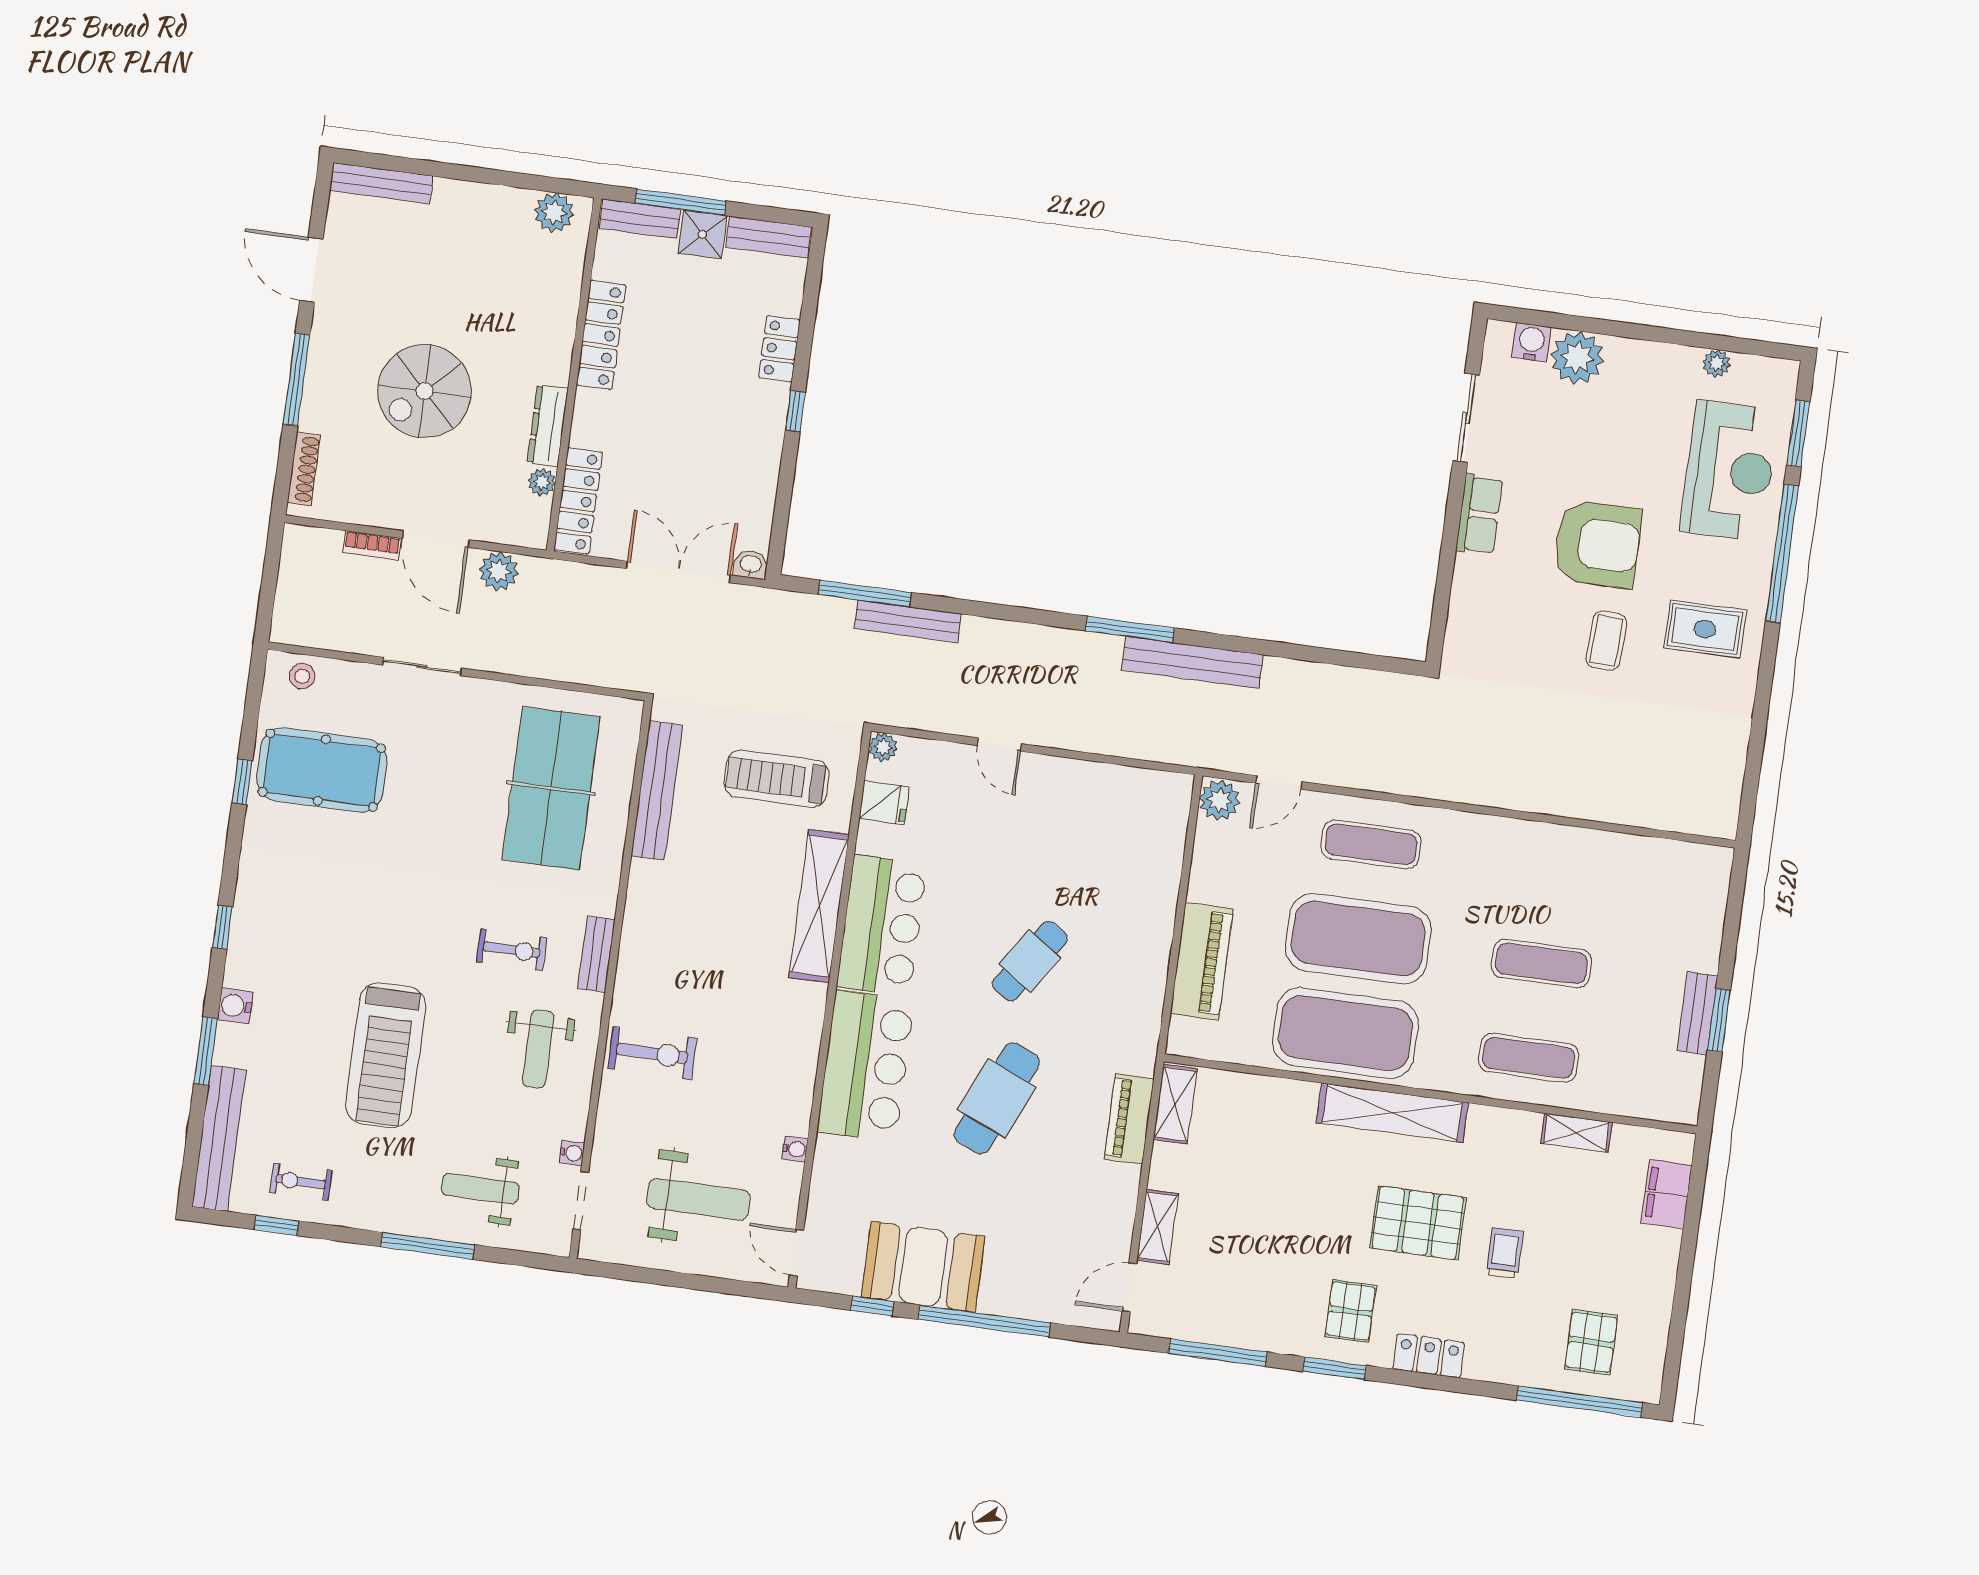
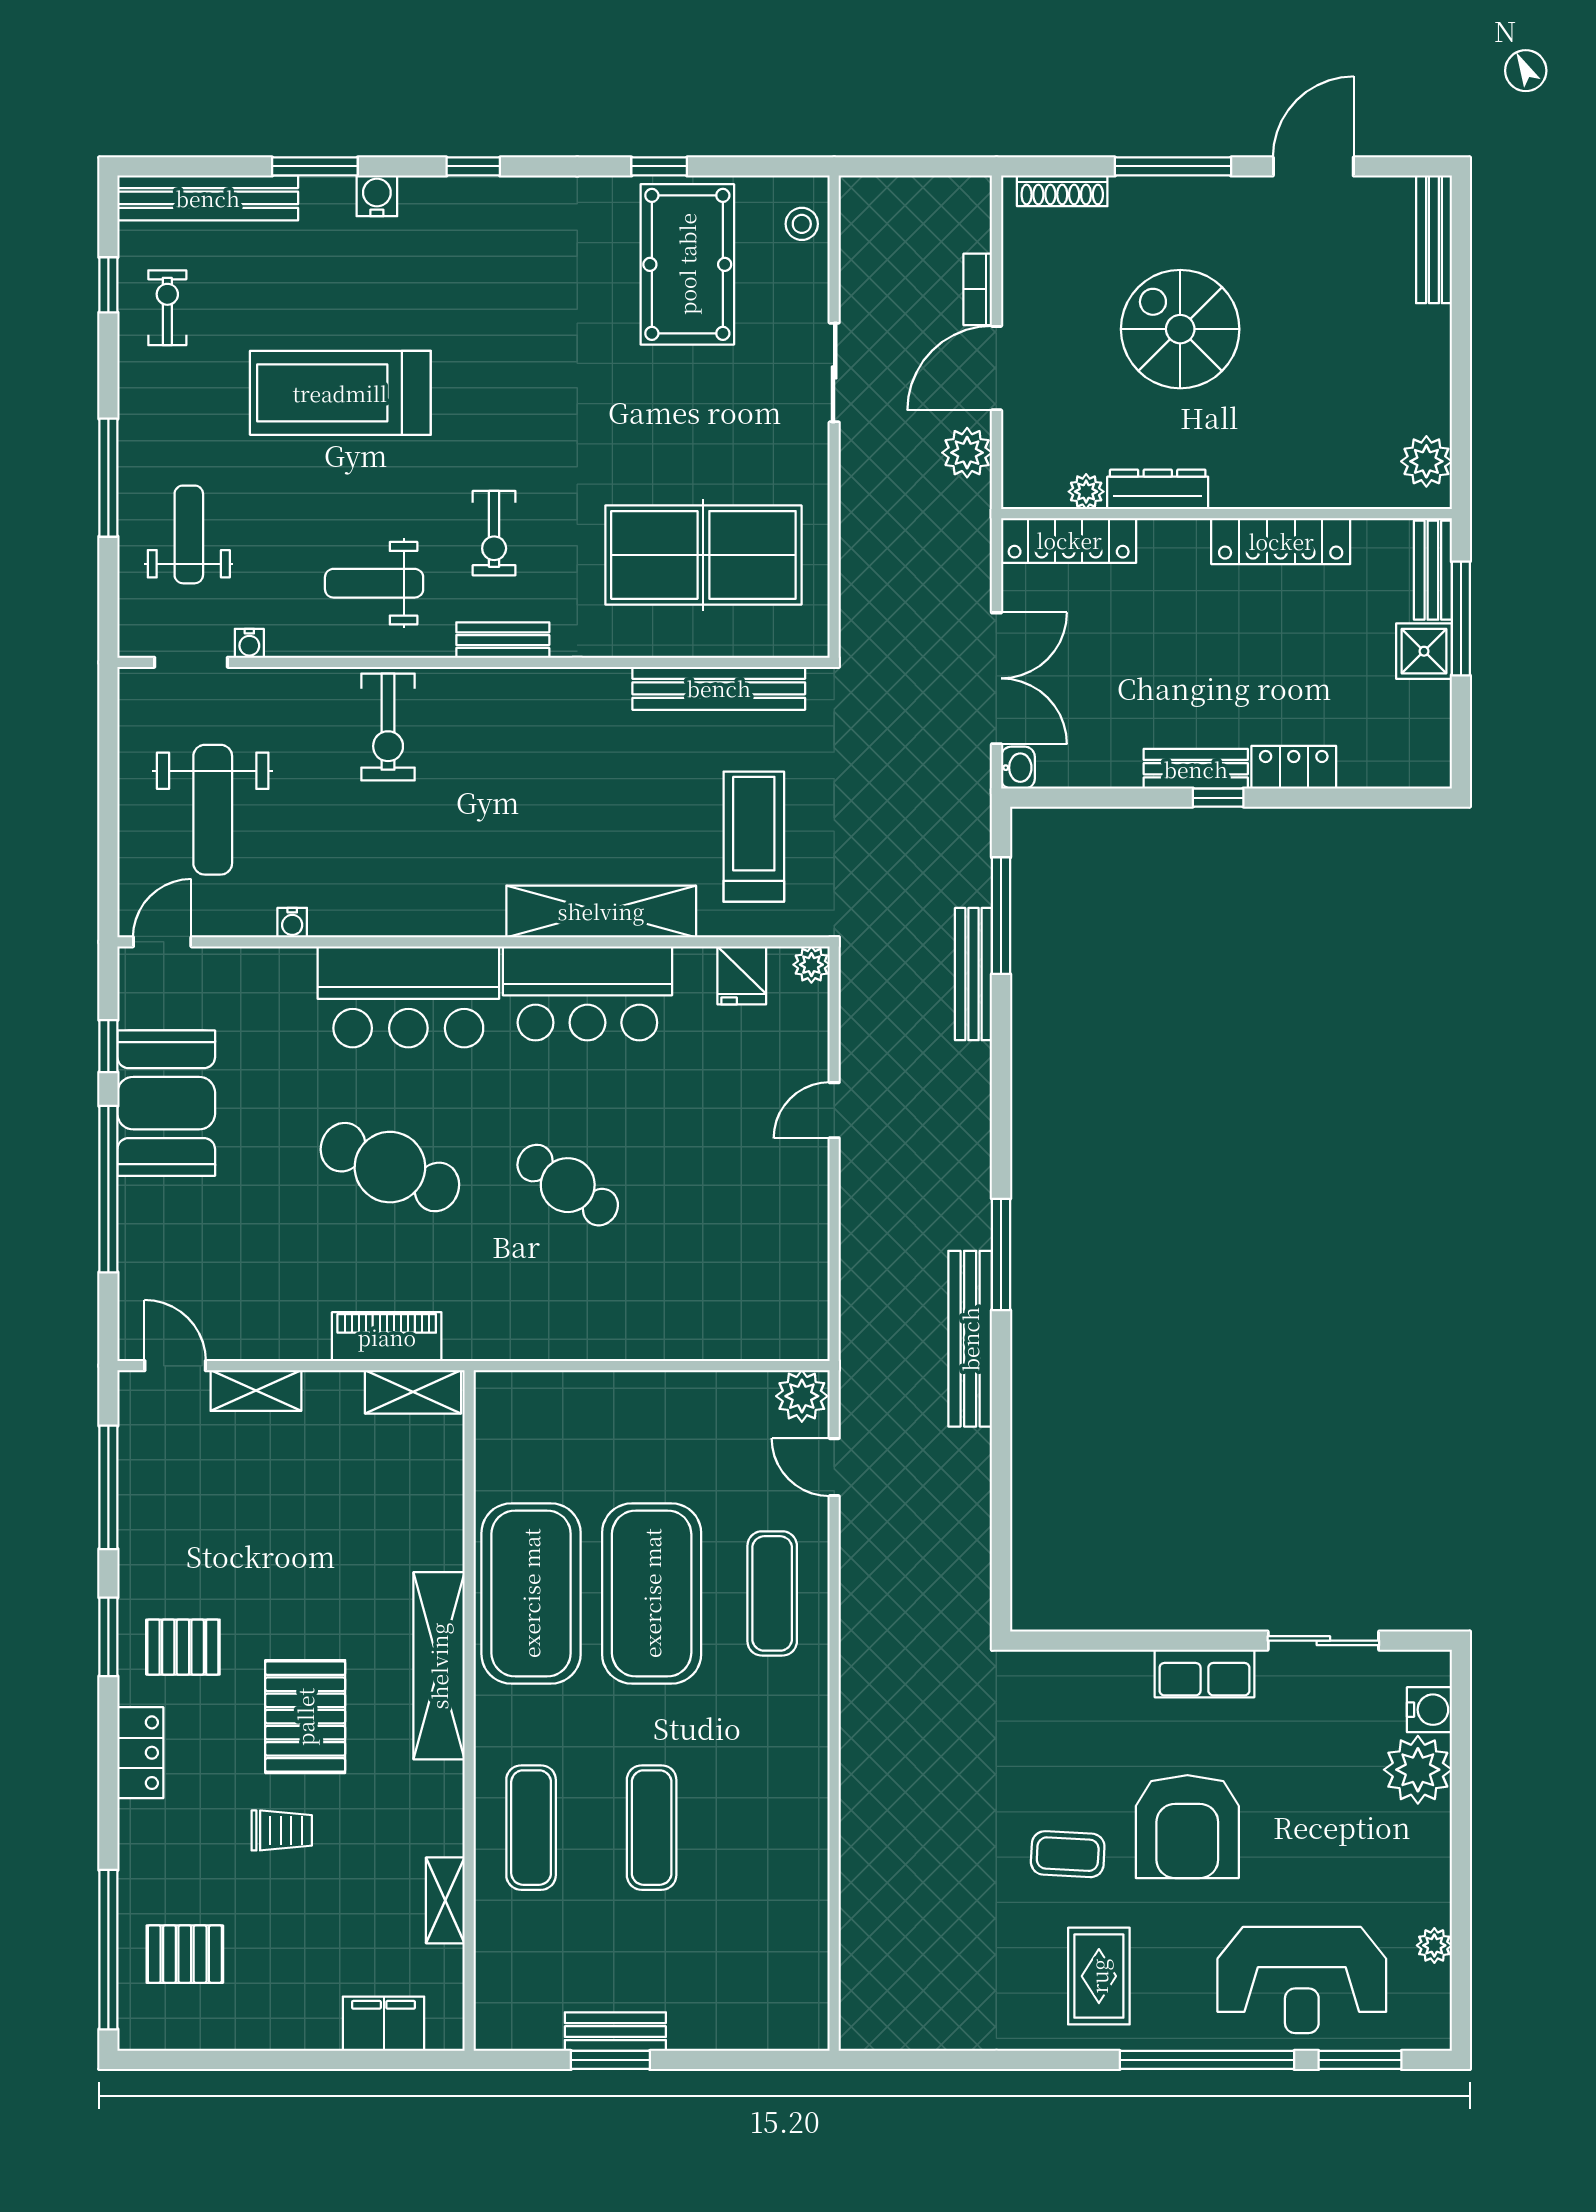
bench: (769, 237) -> (1196, 769), moved, turned 90
piano: (1202, 961) -> (597, 1401), removed

